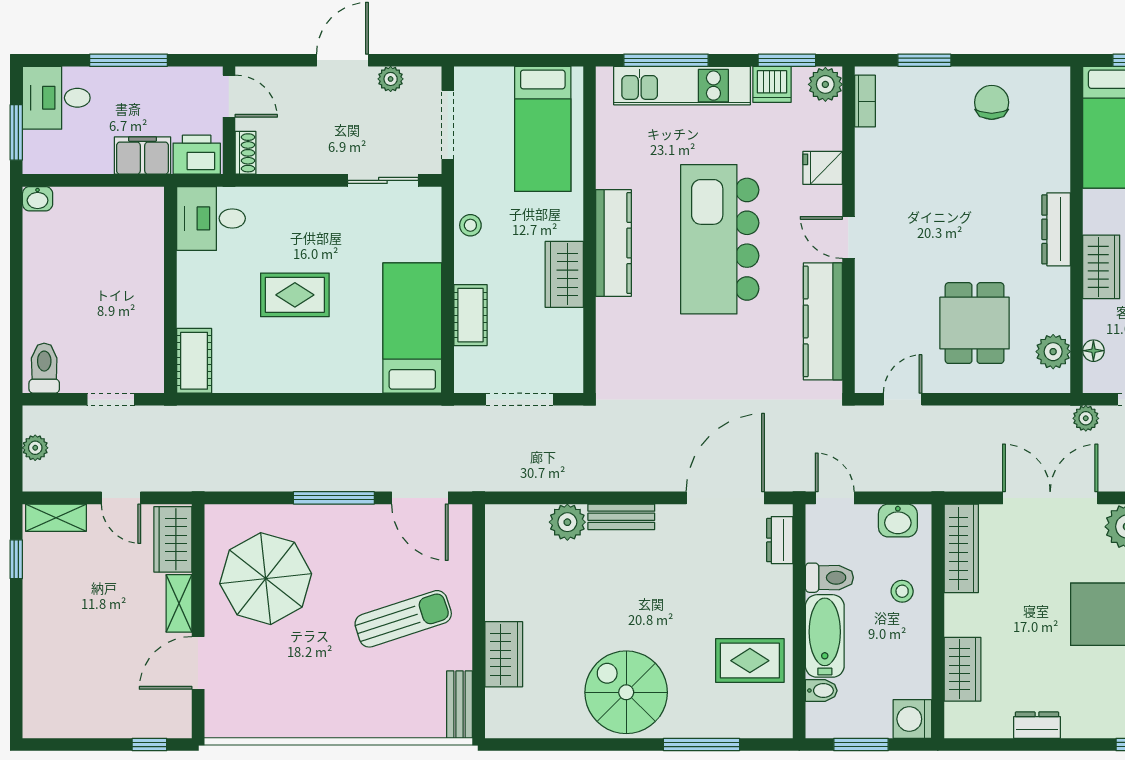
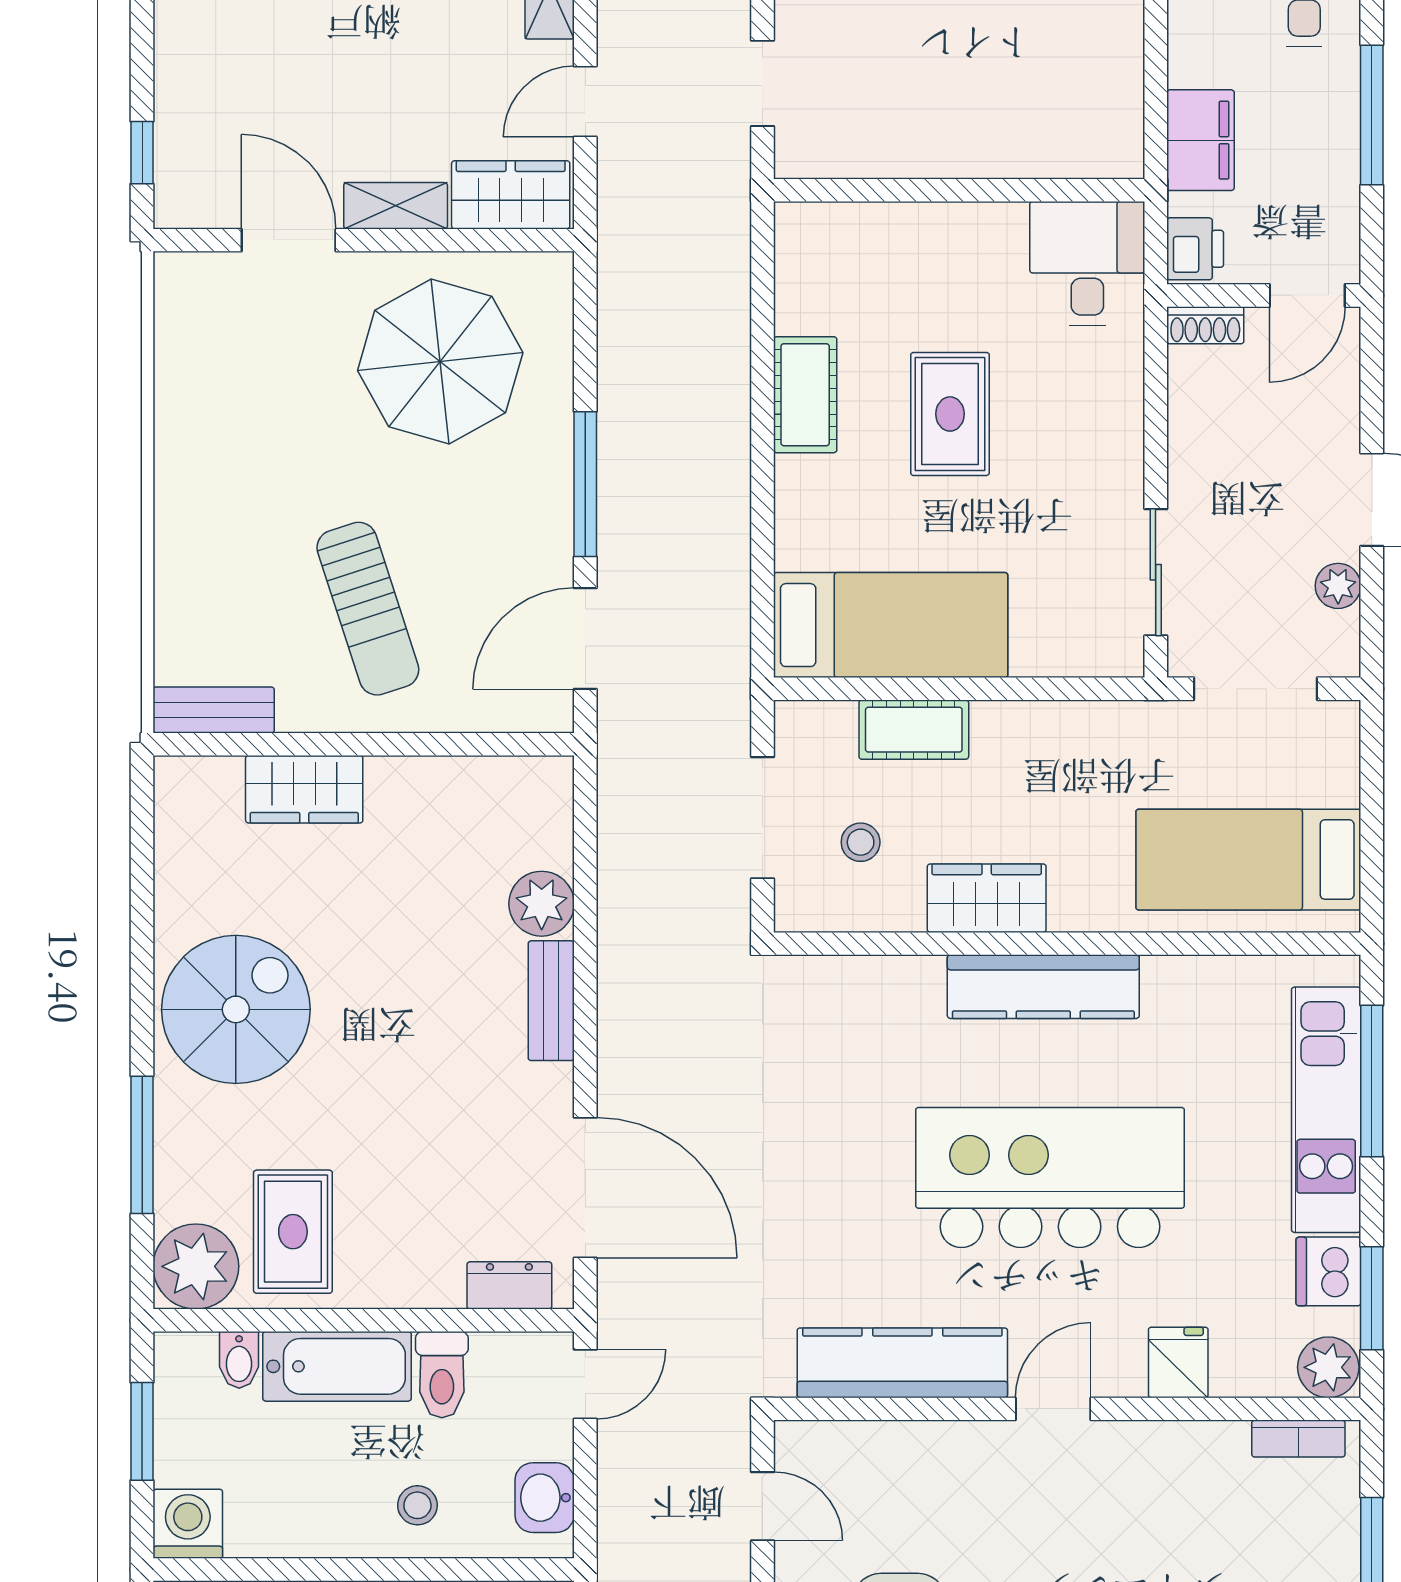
printer: (197, 155) -> (1195, 249), width x0.73, depth x0.81
stool: (470, 225) -> (861, 842), moved
cot: (194, 361) -> (805, 395), moved, turned 90
plant: (769, 715) -> (196, 1266), added

